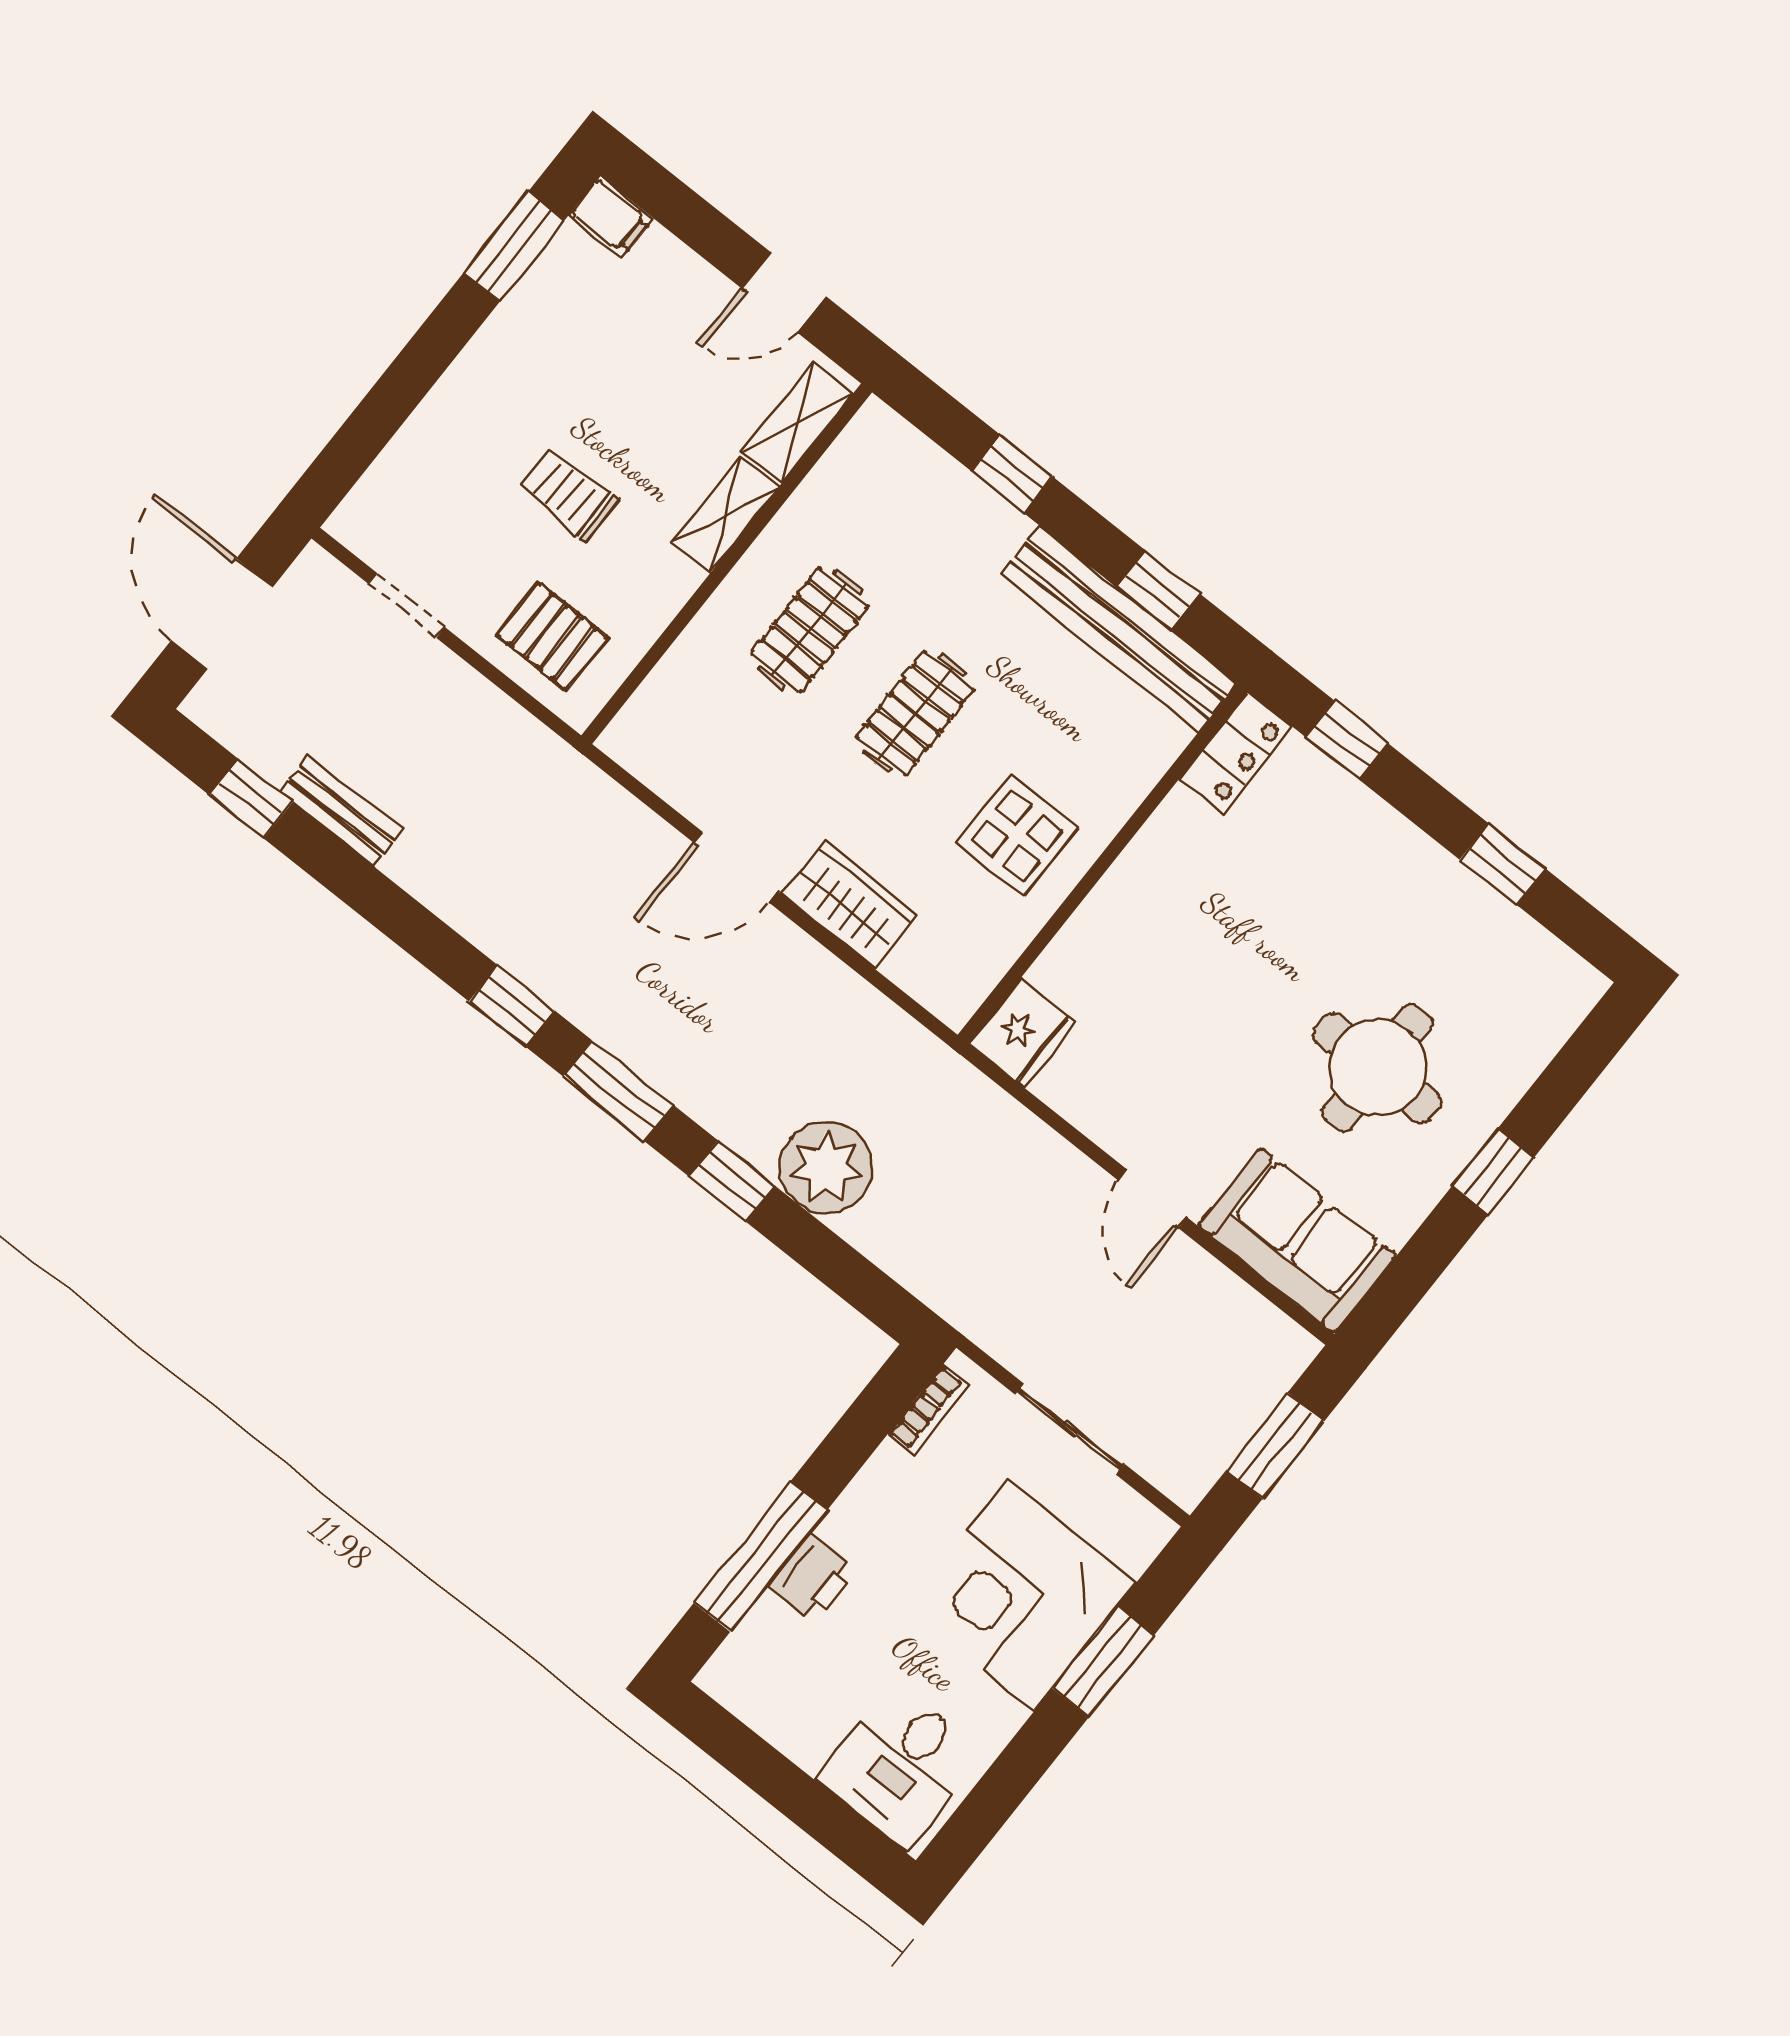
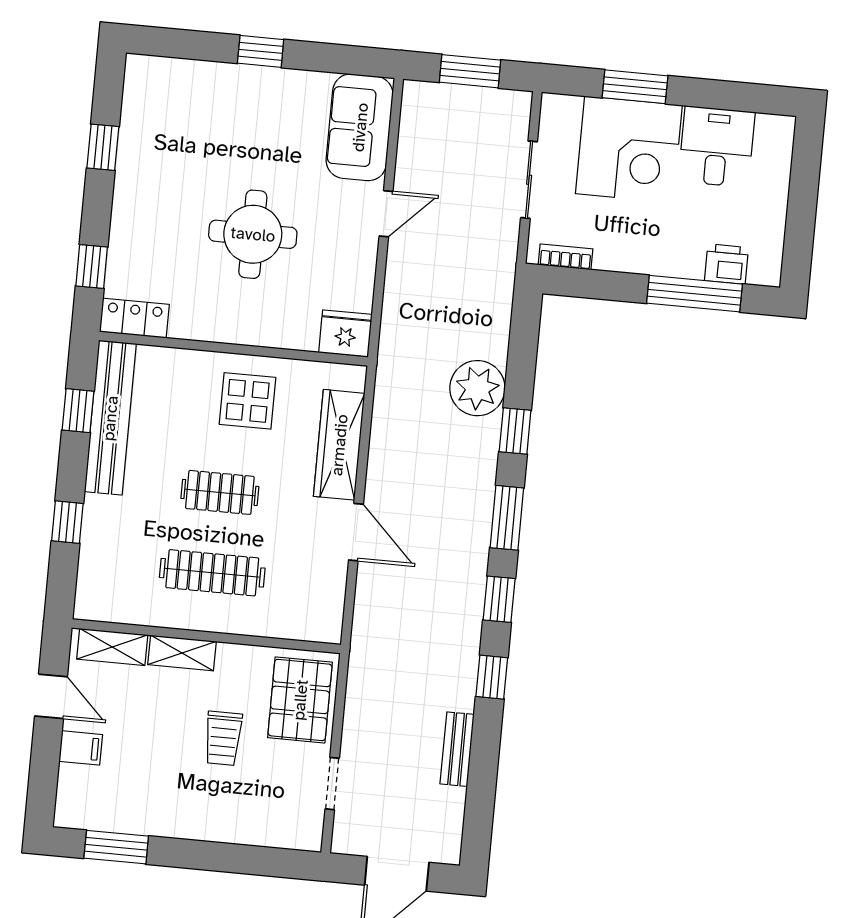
filing cabinet: (611, 217) -> (81, 748), moved, turned 90
clothes rail: (810, 630) -> (212, 573), width x1.36
pallet: (552, 637) -> (300, 700), width x1.50, depth x1.42
window: (251, 799) -> (492, 677), moved
wardrobe: (850, 905) -> (339, 445), width x1.50
round table: (1377, 1068) -> (253, 234), moved
printer: (813, 1578) -> (726, 264), moved
desk: (900, 1767) -> (717, 147), moved, turned -90

